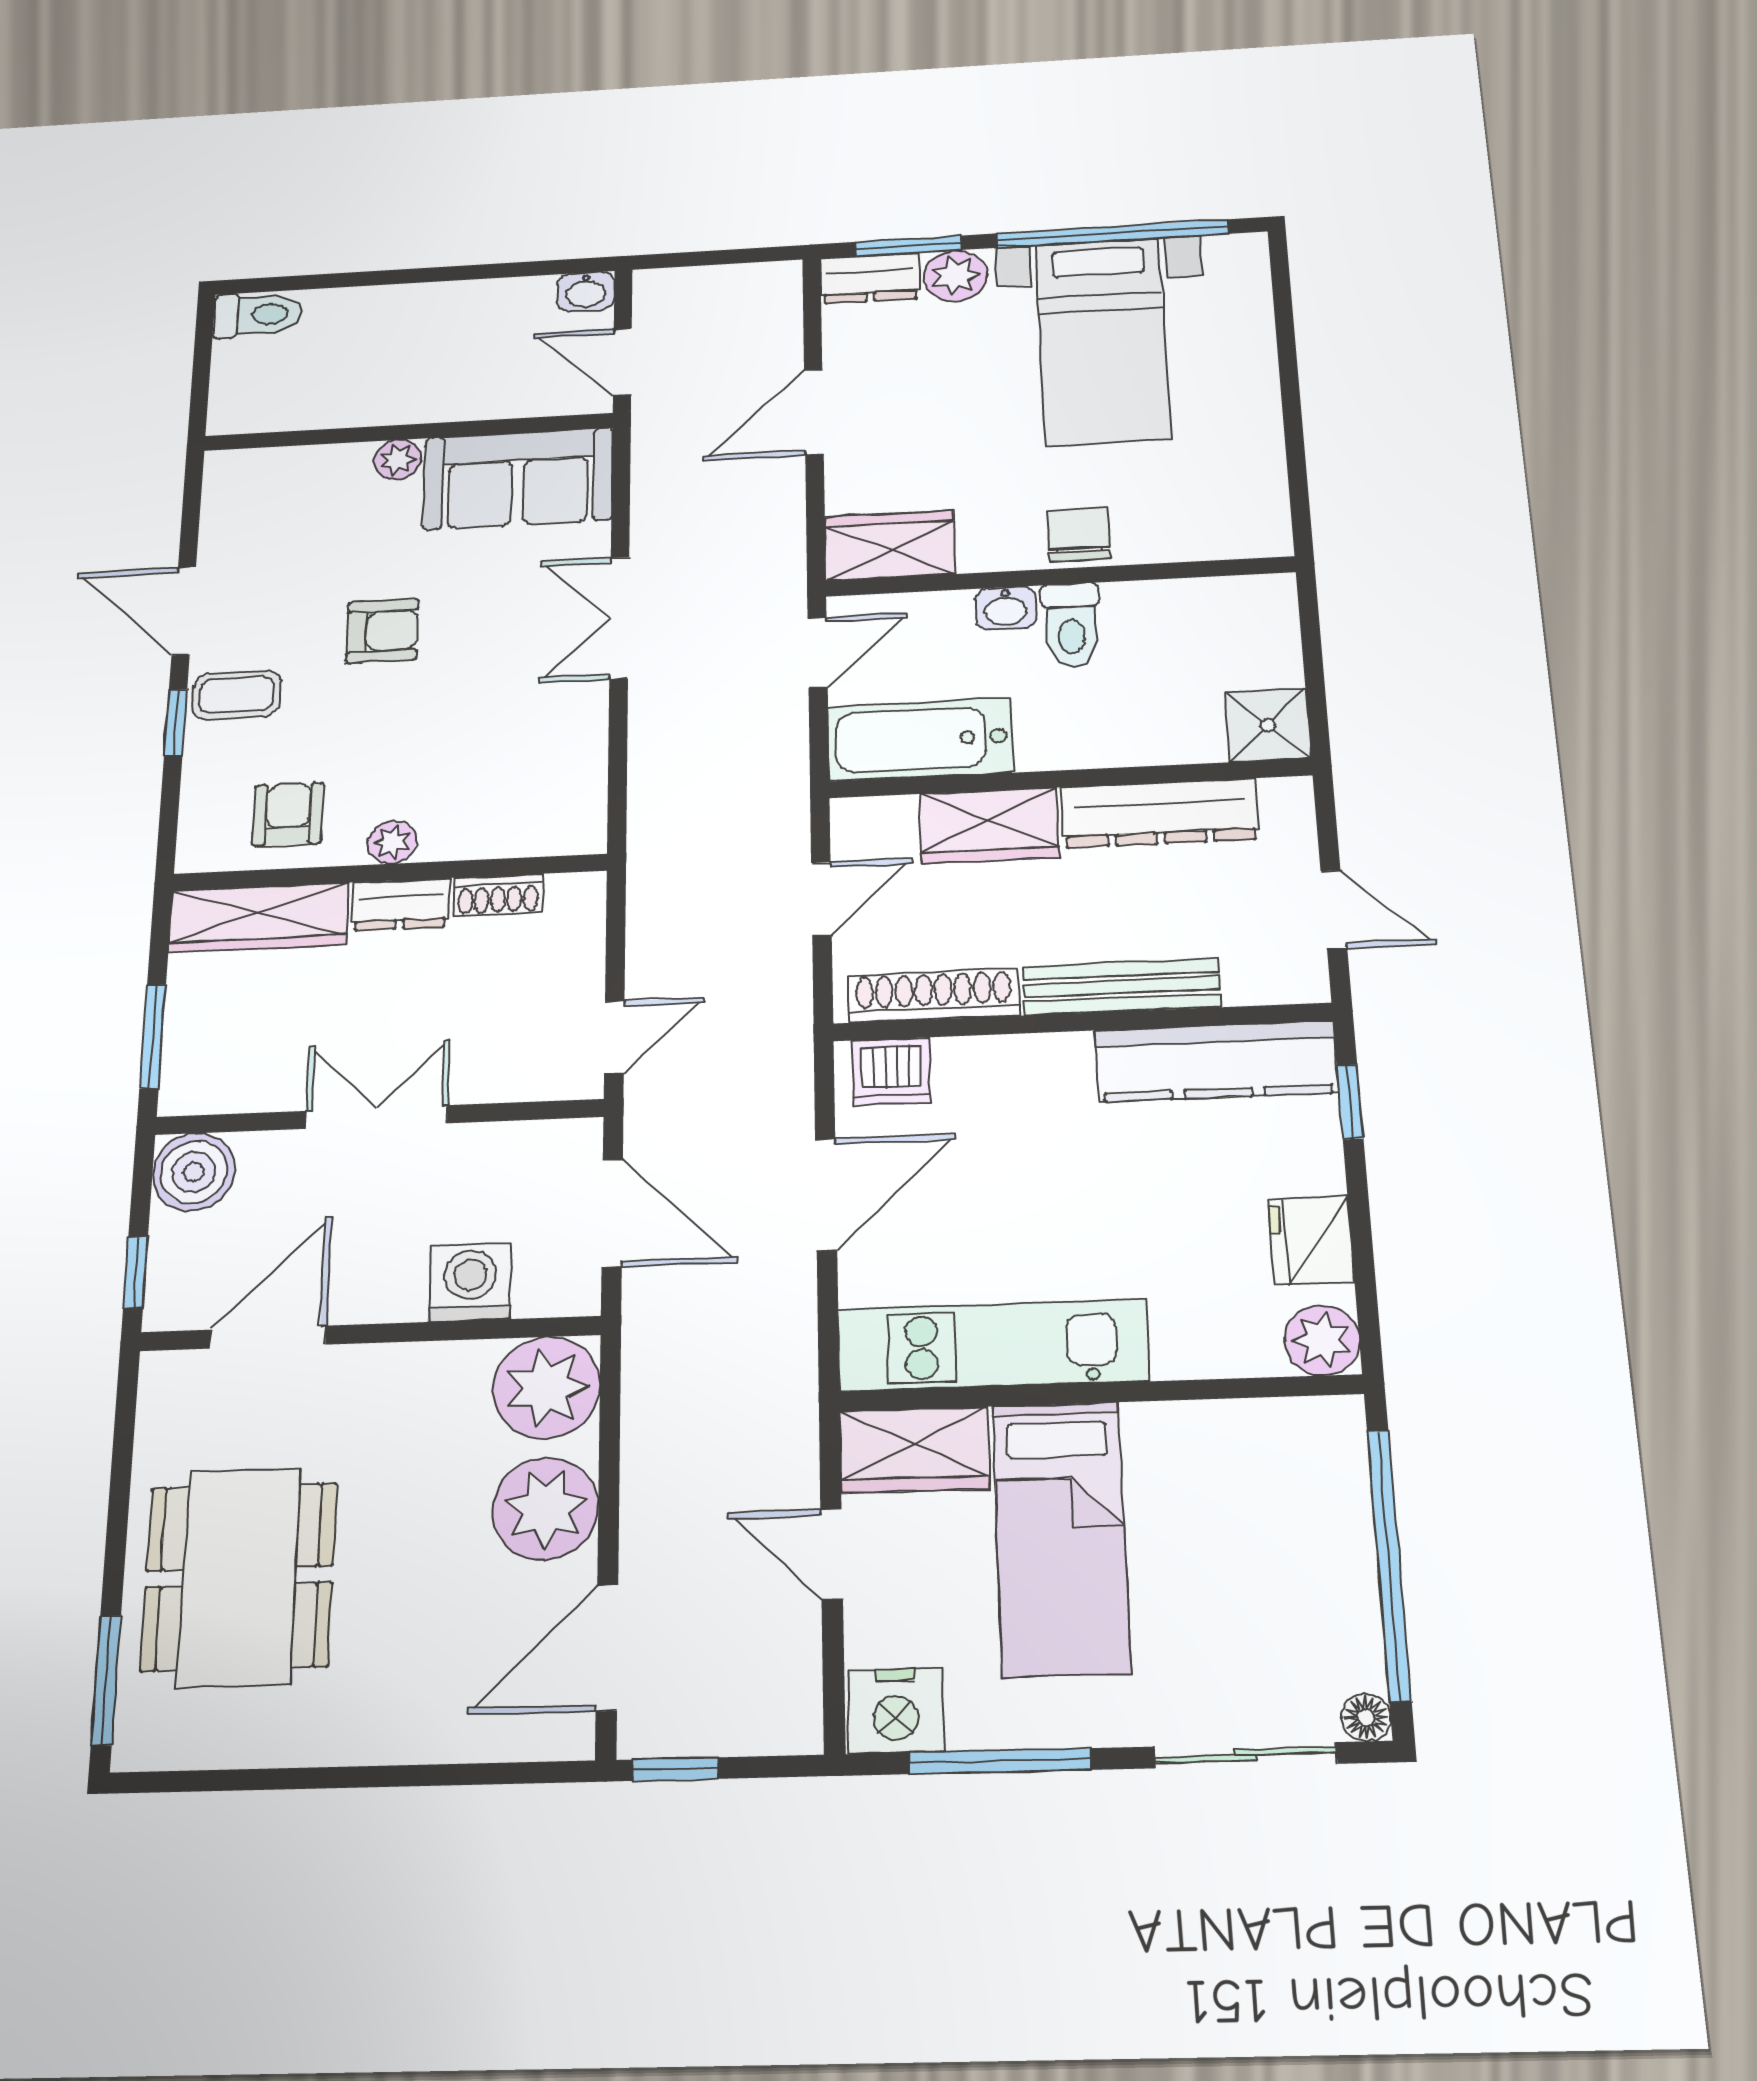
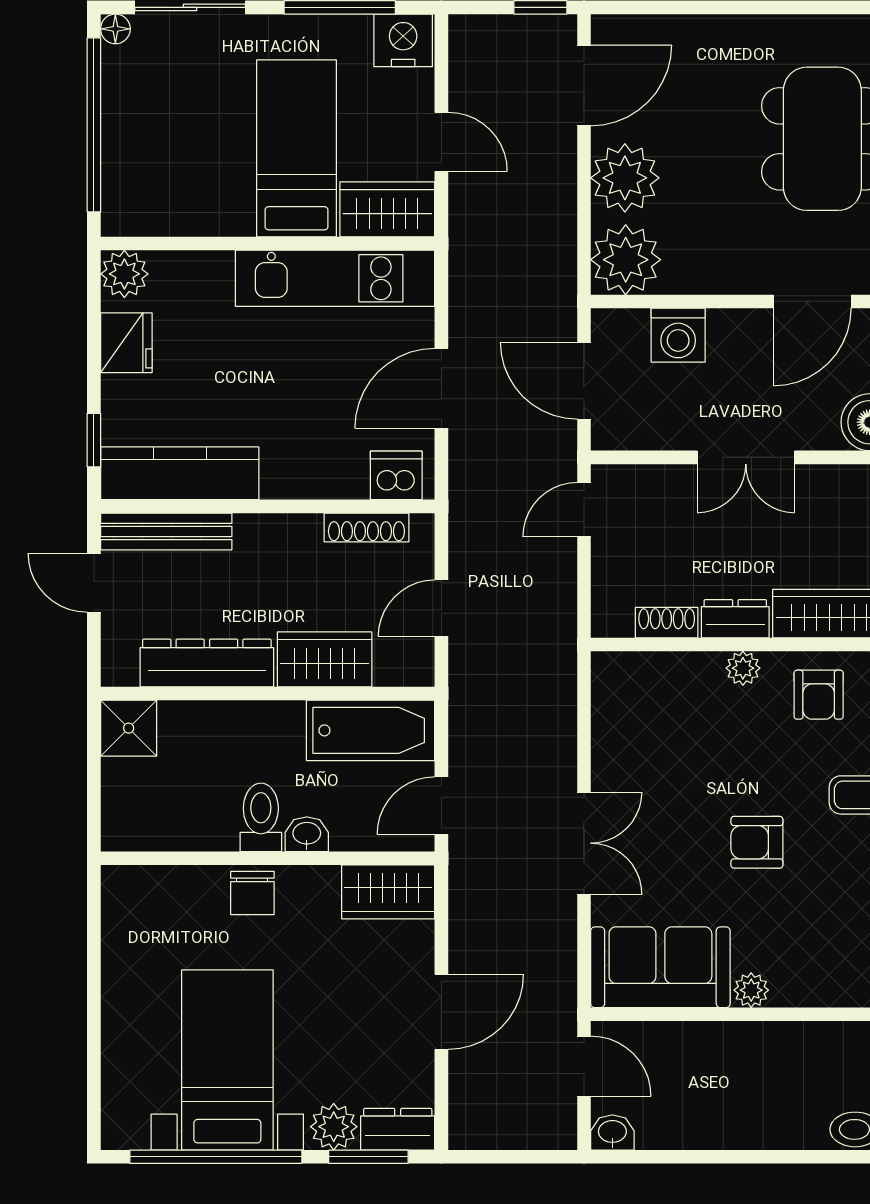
bench: (1121, 987) -> (166, 531), moved
shoe rack: (933, 996) -> (366, 527), width x0.74, depth x0.81

